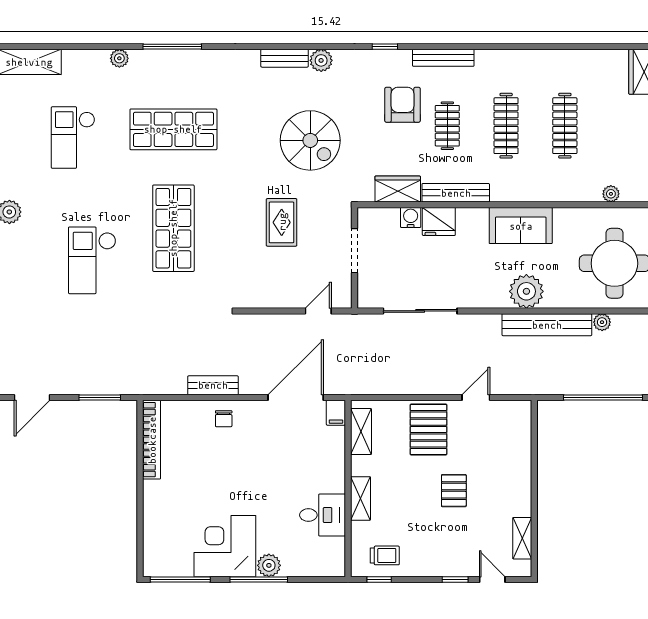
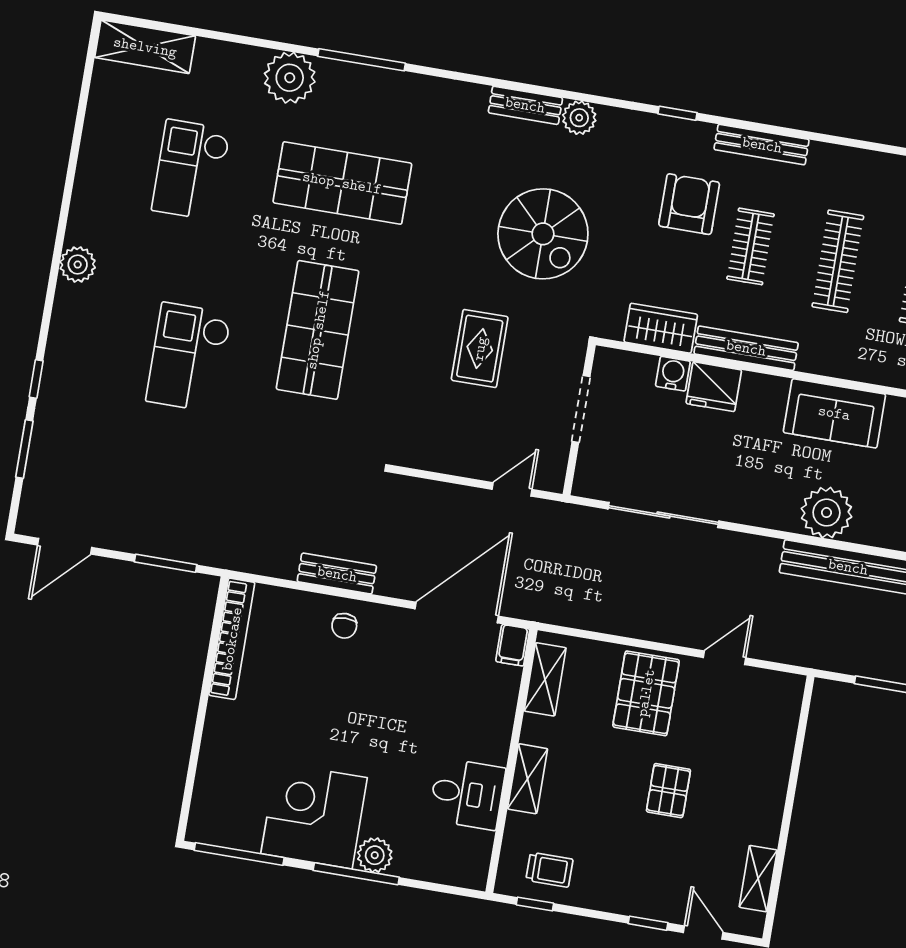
plant: (119, 58) -> (290, 78), width x1.87, depth x1.87

